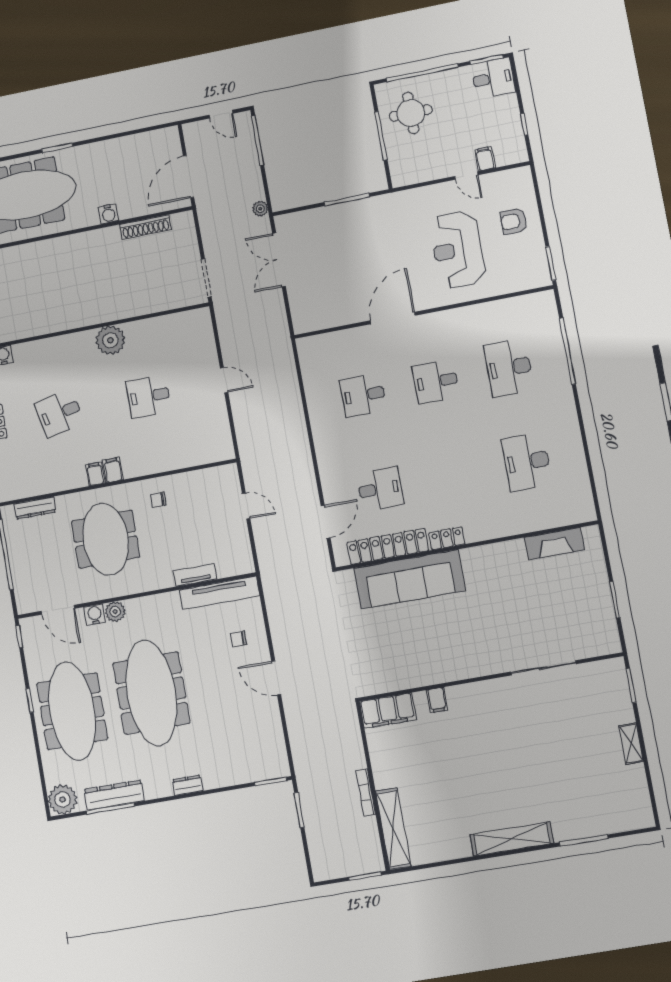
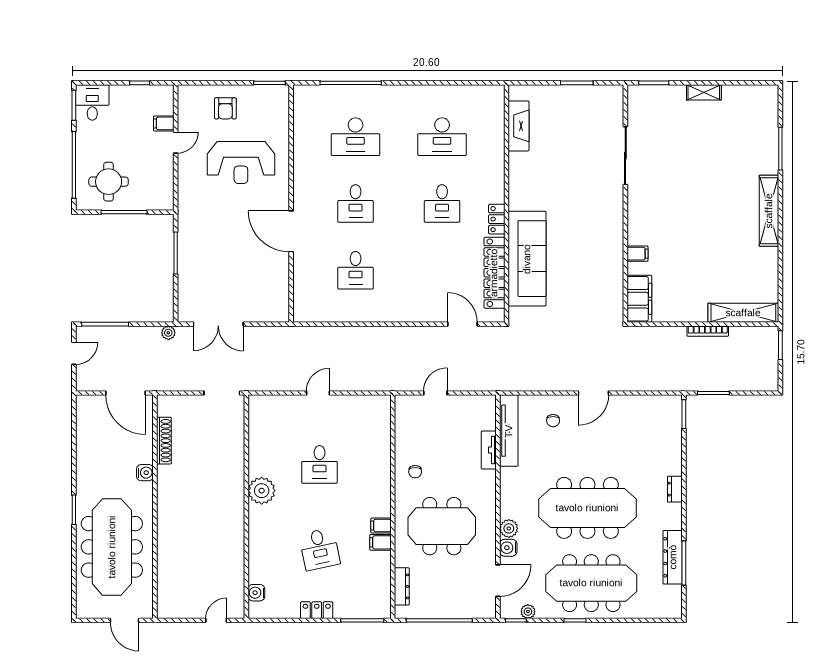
filing cabinet: (113, 470) -> (380, 542), moved
desk: (380, 489) -> (442, 203), moved, turned 180
plant: (63, 800) -> (528, 612), moved, width x0.53, depth x0.53

